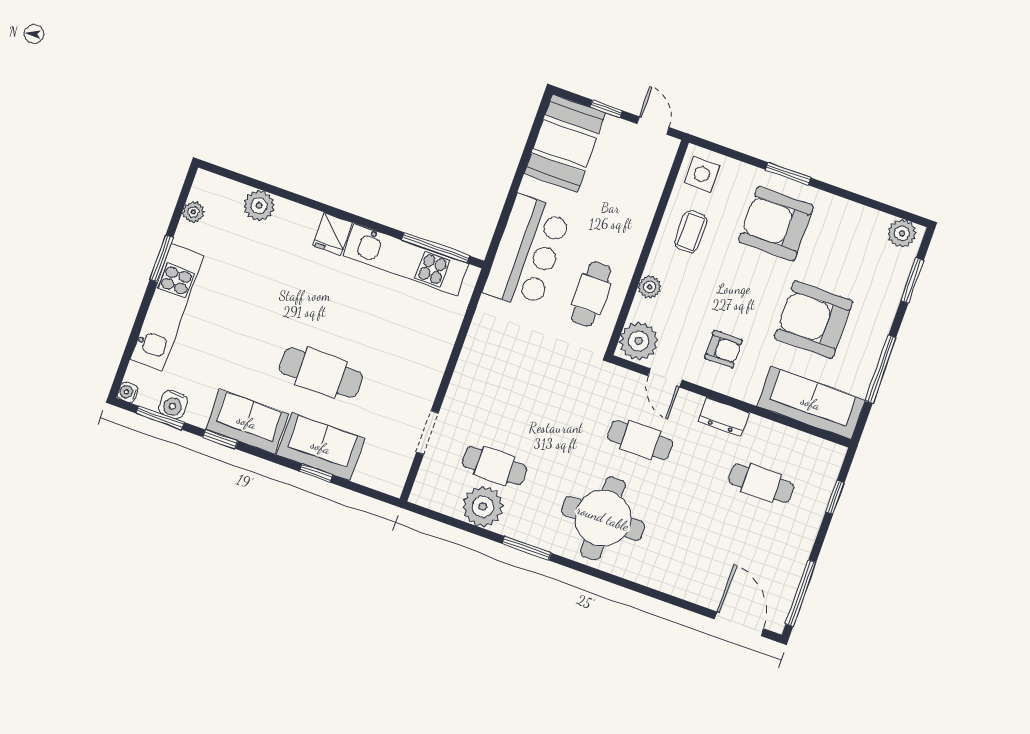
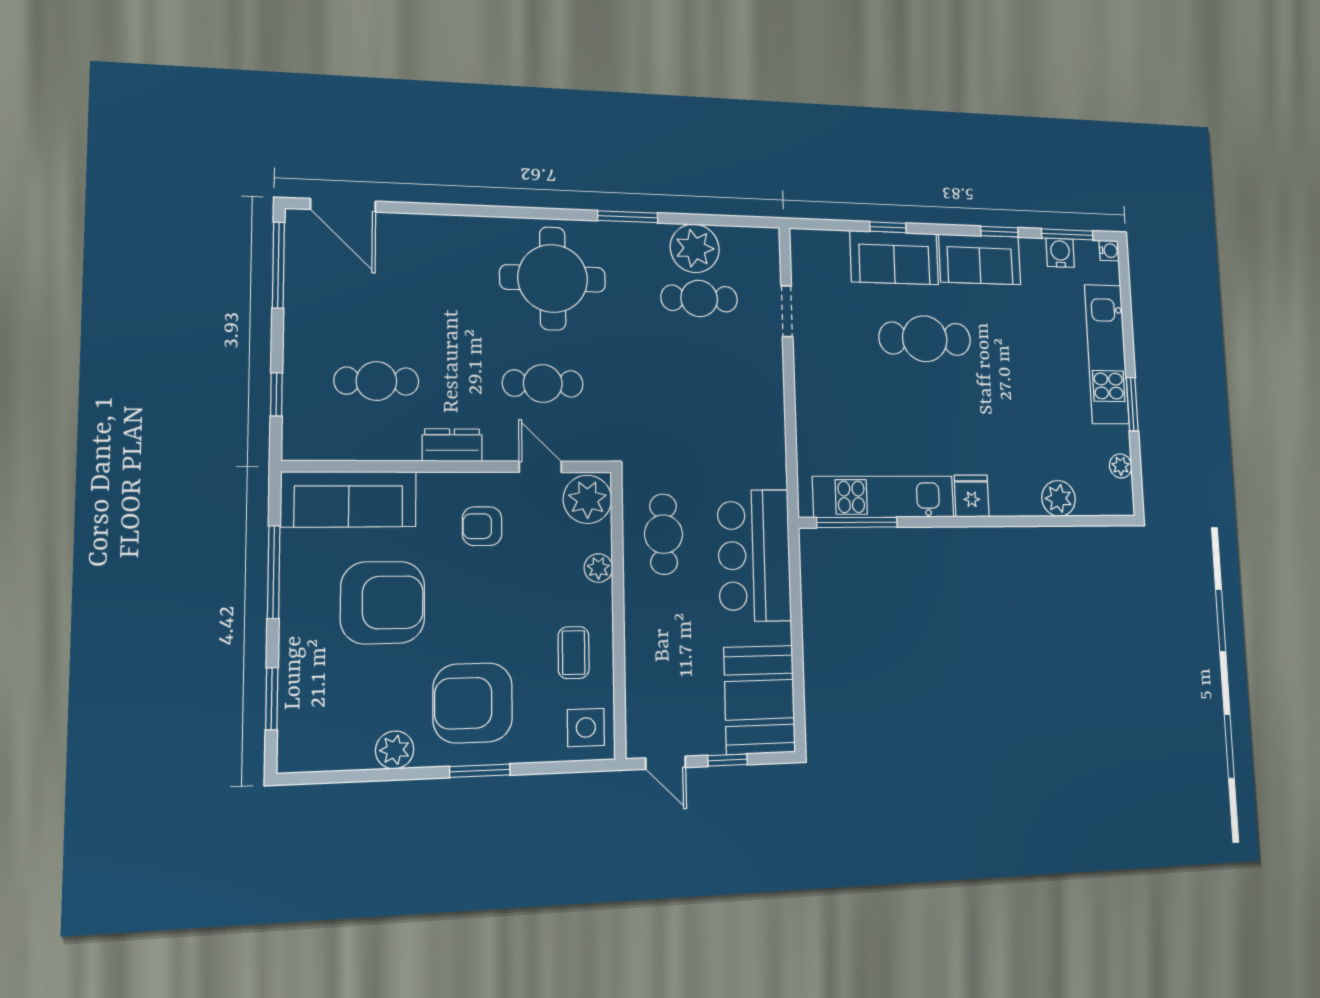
armchair: (776, 224) -> (473, 703), turned 180
plant: (902, 233) -> (395, 750), moved

